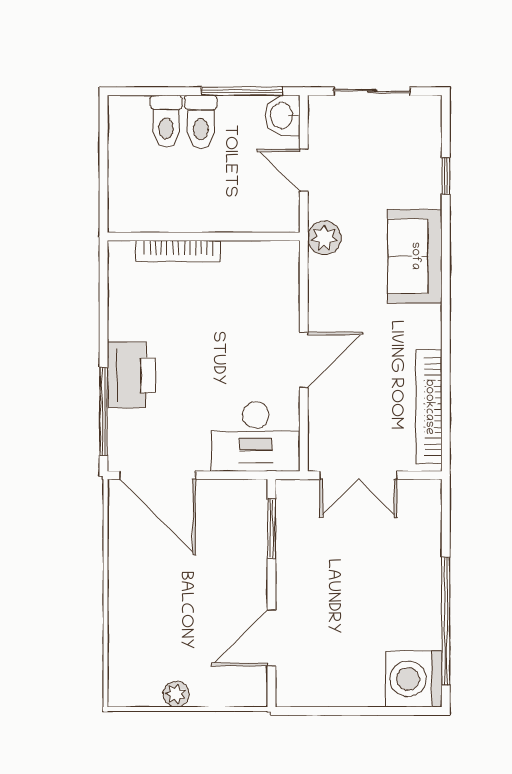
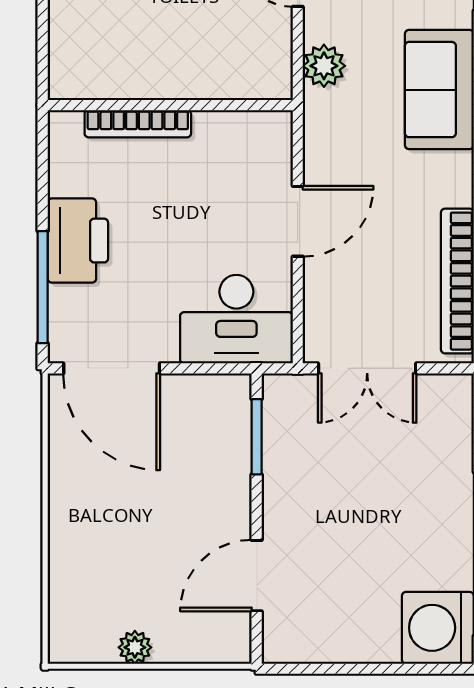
wall: (204, 236) -> (170, 105), moved
bookcase: (178, 251) -> (138, 124), moved

